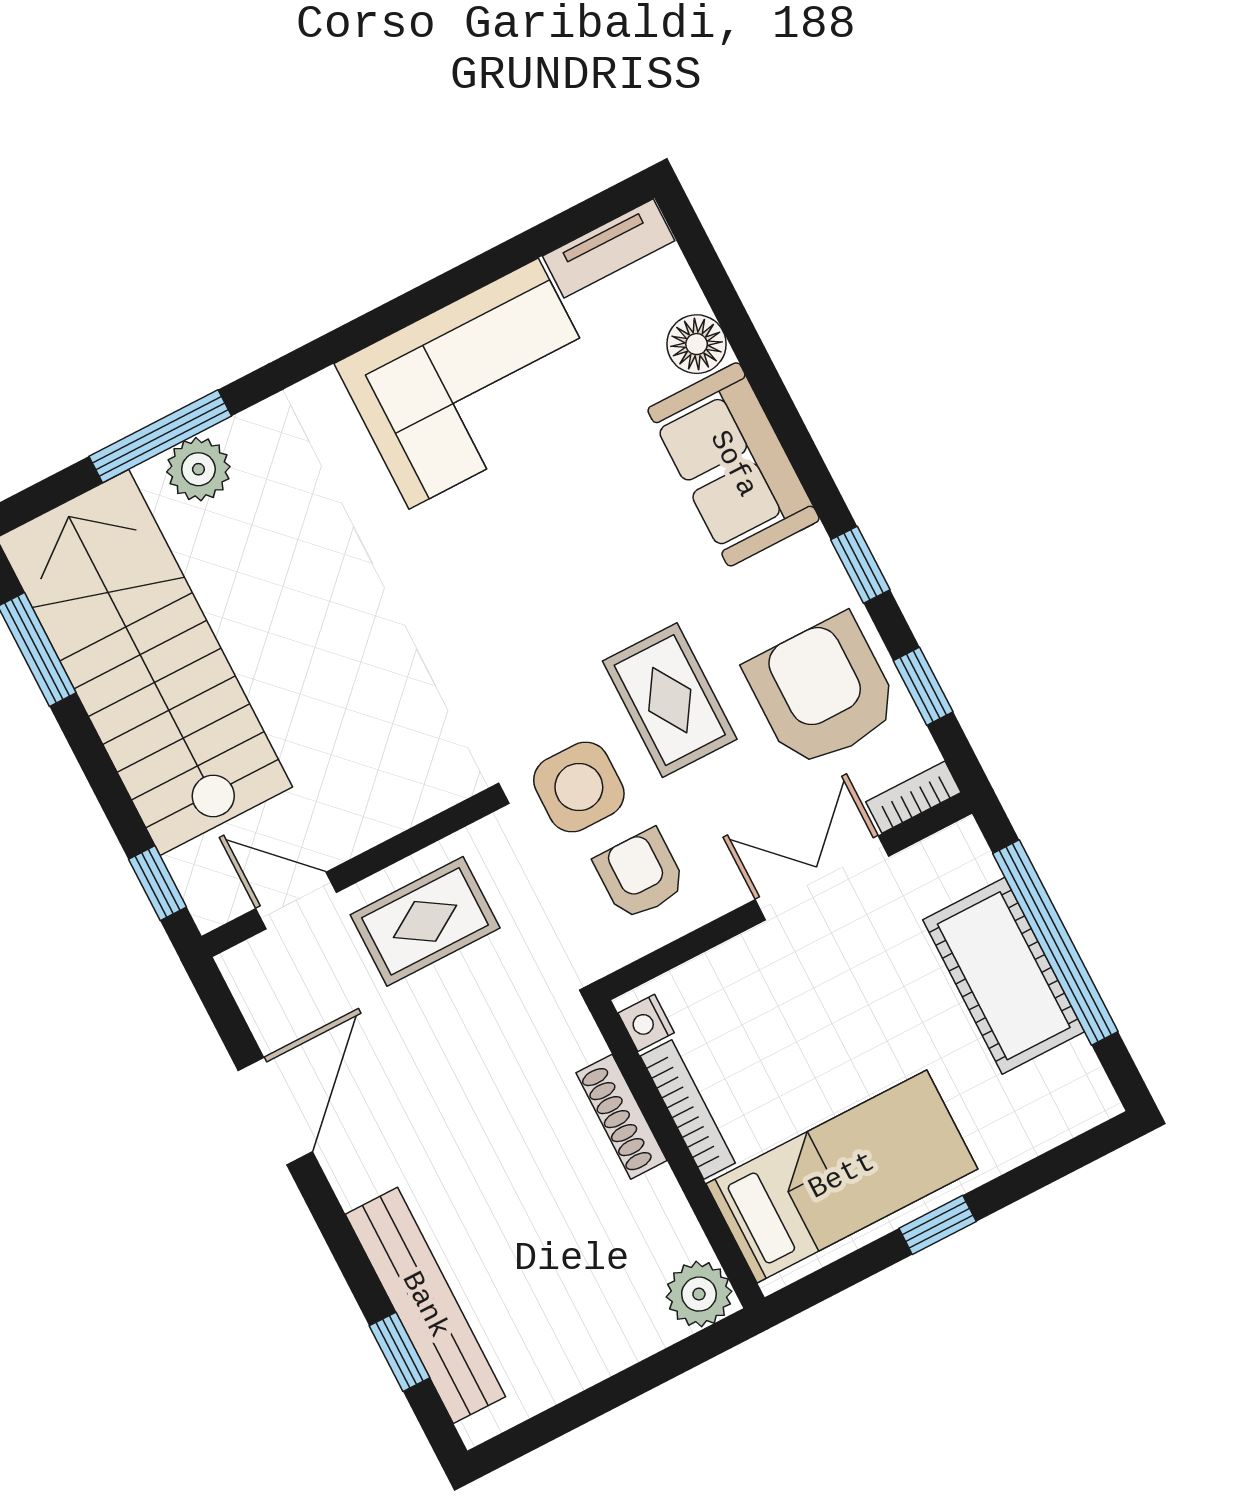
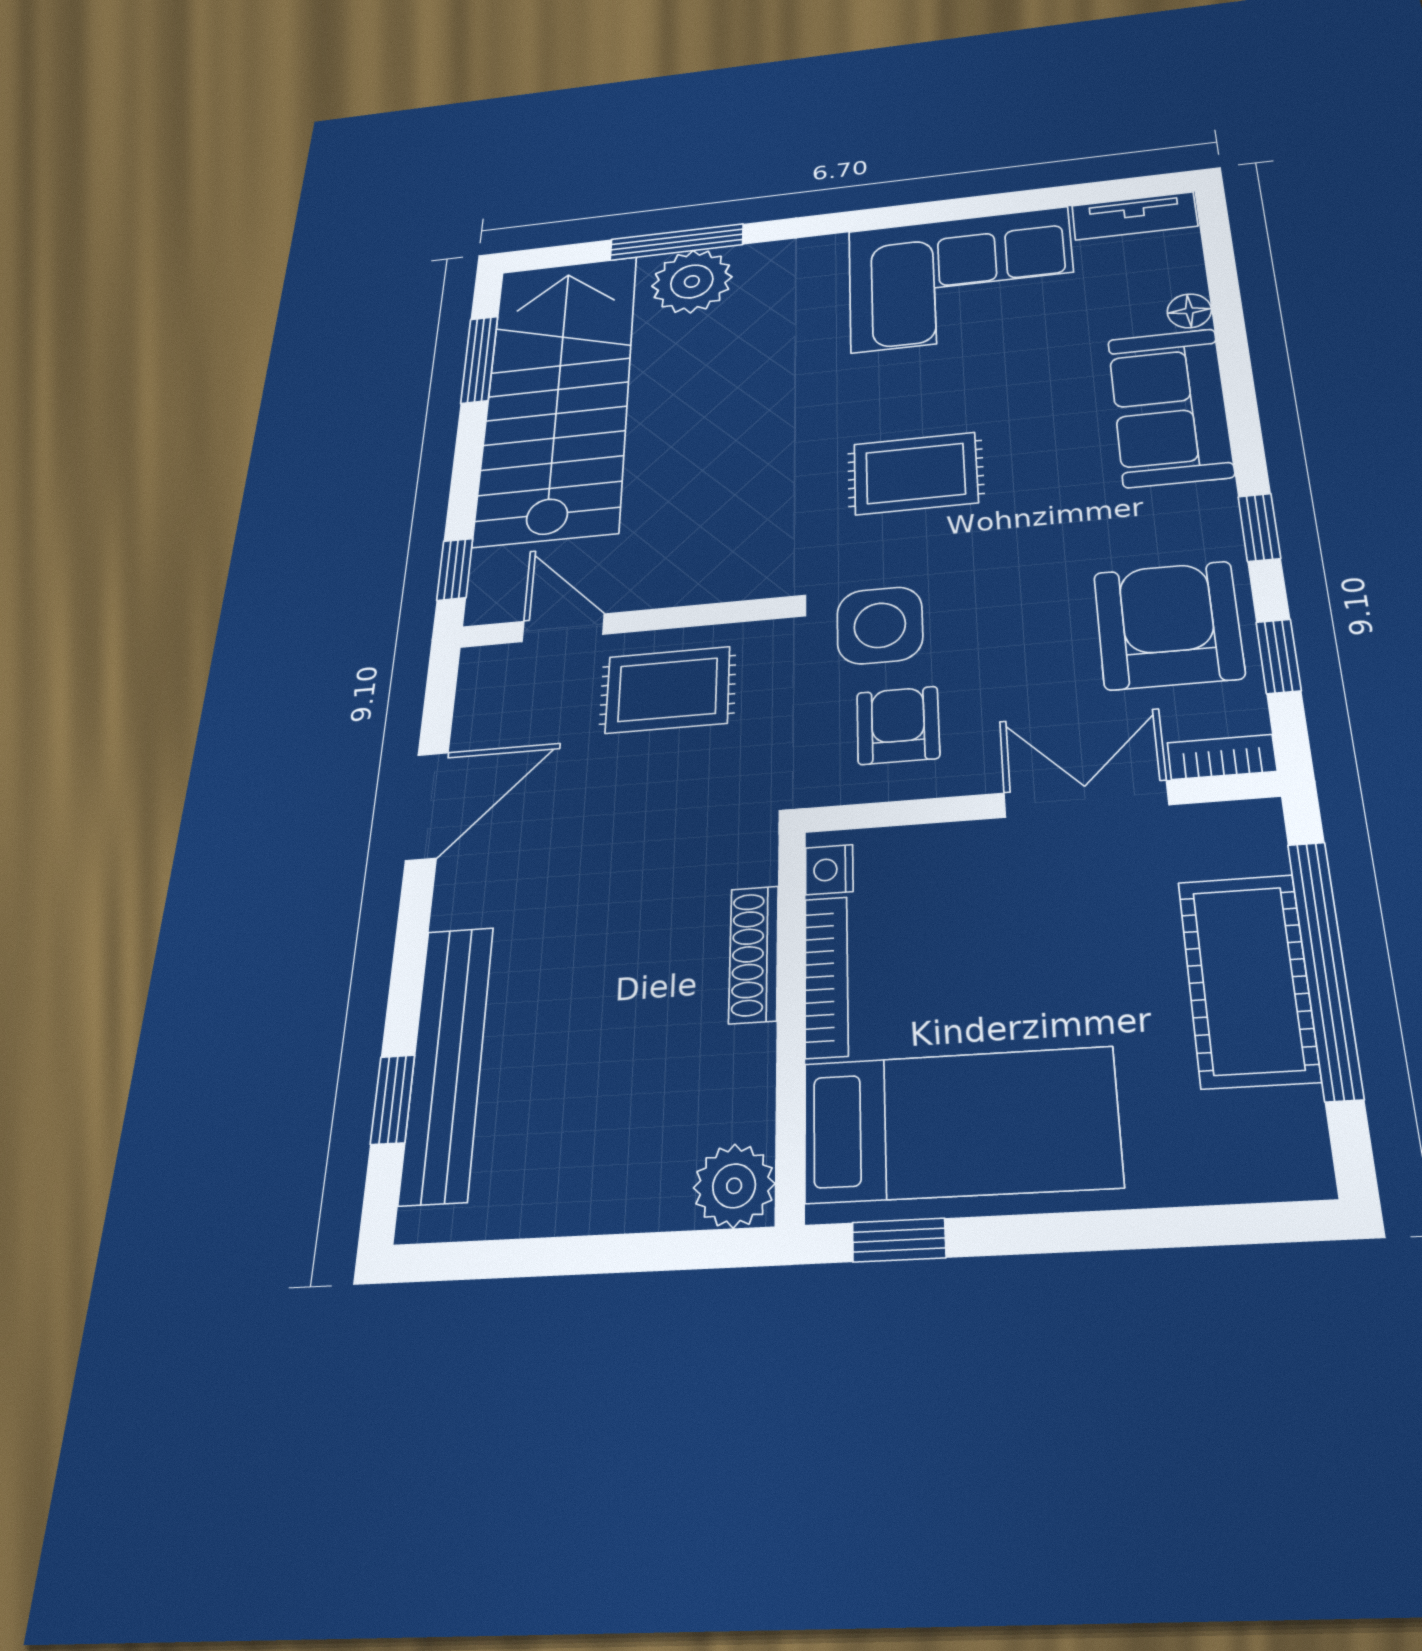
floor lamp: (697, 344) -> (1189, 311), width x0.73, depth x0.73
plant: (198, 469) -> (692, 281), width x1.36, depth x1.36
rug: (670, 700) -> (915, 473), moved, turned 90
window: (938, 1225) -> (899, 1240), moved

